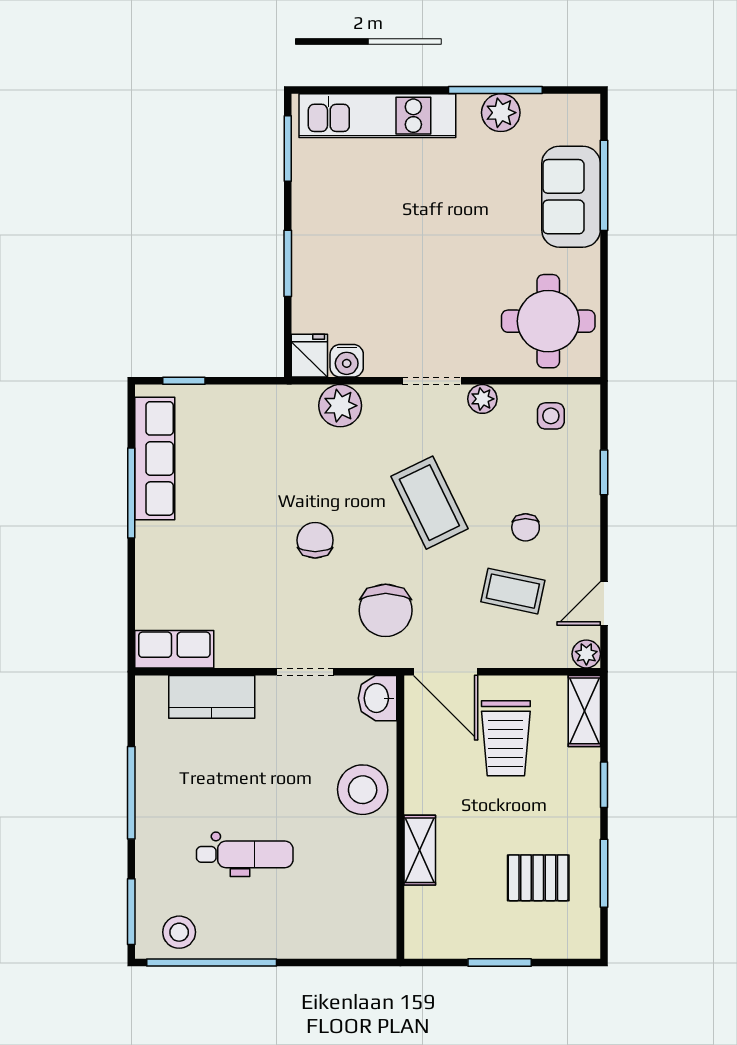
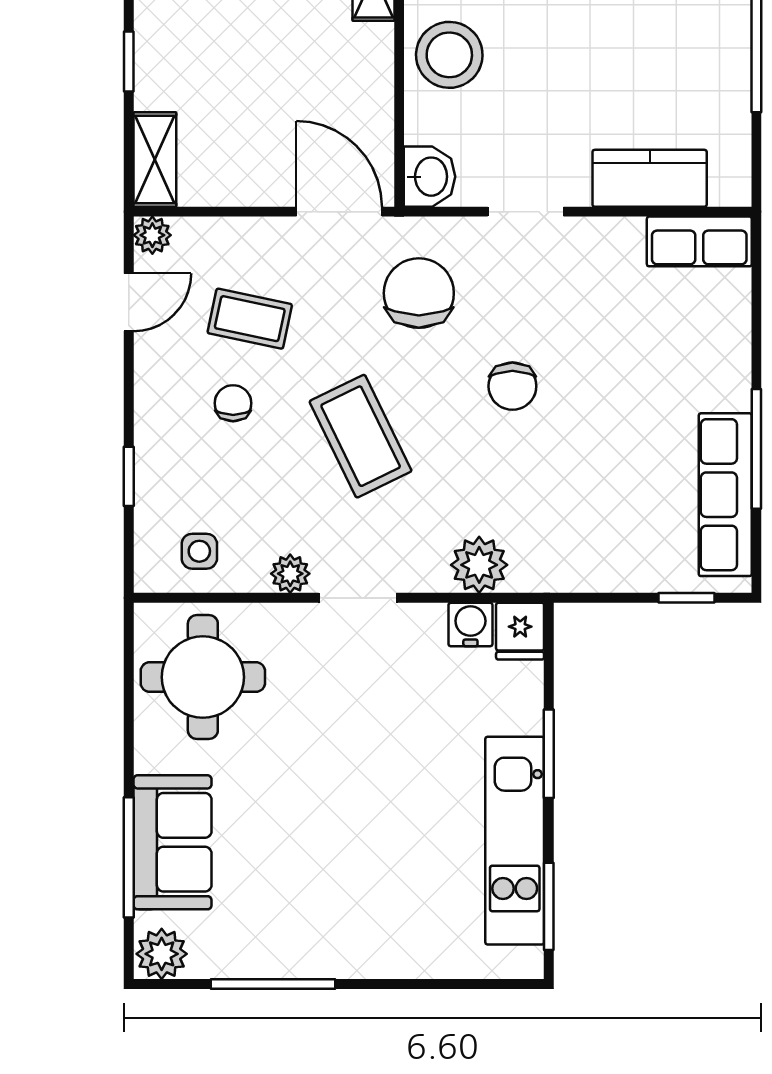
plant: (501, 113) -> (162, 954), moved
kitchen unit: (377, 116) -> (515, 841), moved, turned -90
trolley: (506, 738) -> (259, 123), removed

